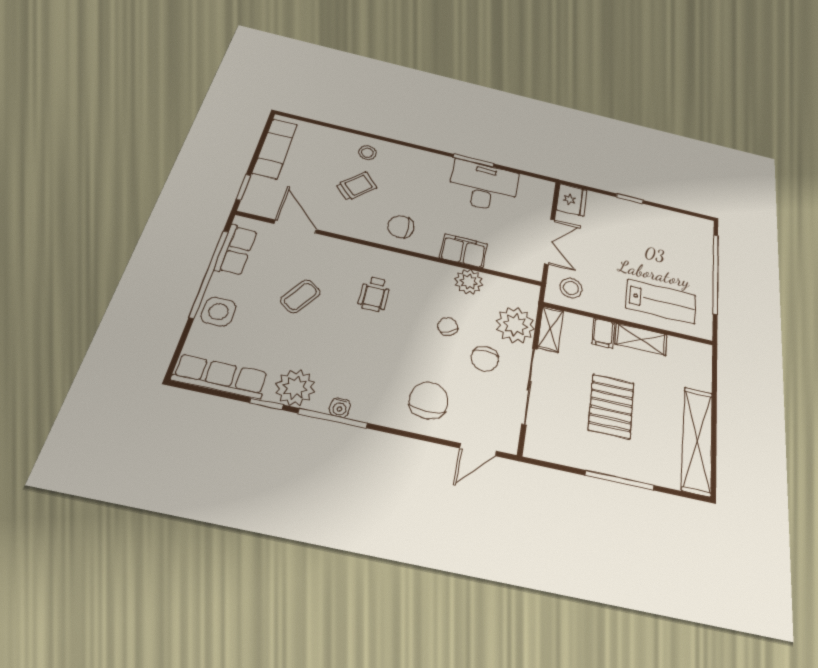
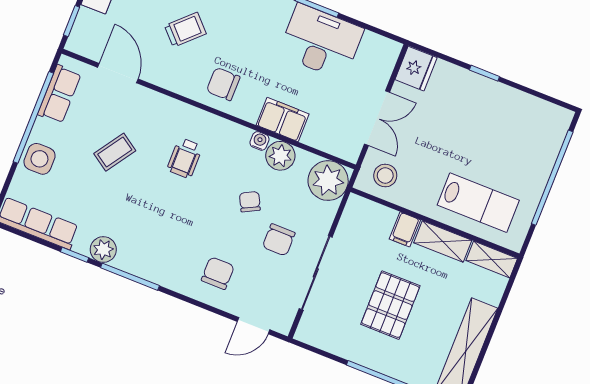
plant: (515, 325) -> (328, 181), moved
shelving: (550, 329) -> (492, 259), moved, turned 90
plant: (295, 388) -> (103, 250), width x0.73, depth x0.73
chair: (429, 400) -> (218, 273), width x0.73, depth x0.73
water cooler: (340, 408) -> (259, 141), moved, turned 180

